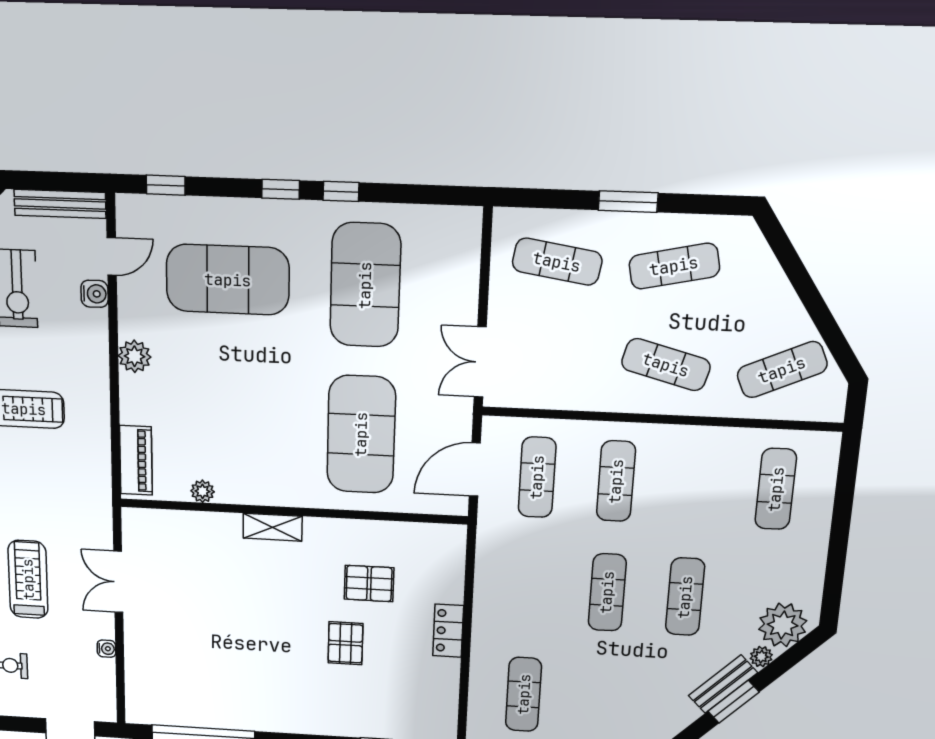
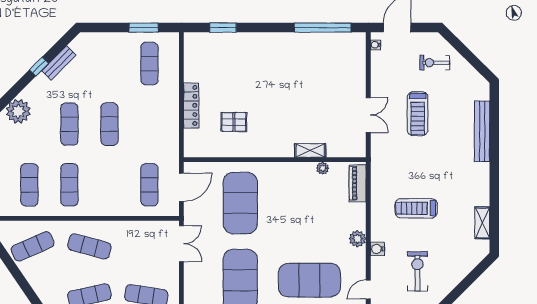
water cooler: (95, 294) -> (377, 249), moved
exercise mat: (616, 481) -> (69, 185), moved
shelving: (273, 527) -> (310, 150), moved
locker: (448, 631) -> (191, 105), width x1.53
pallet: (345, 643) -> (246, 87), removed
water cooler: (106, 649) -> (376, 45), moved
plant: (761, 657) -> (27, 93), removed
bench: (723, 684) -> (59, 63), moved
window: (734, 702) -> (39, 67), width x0.67

